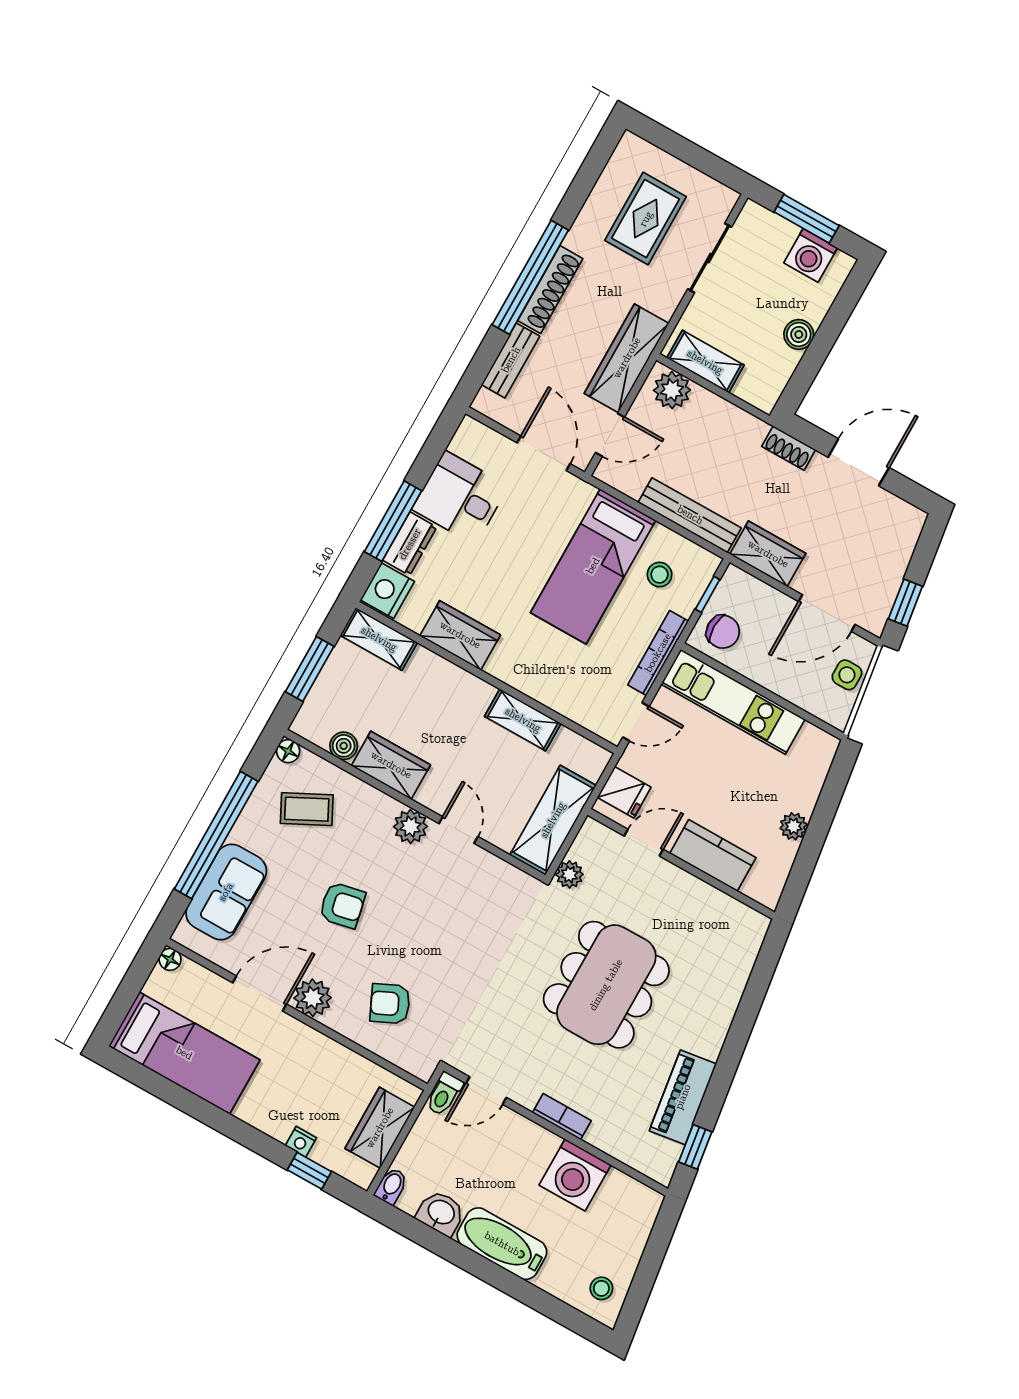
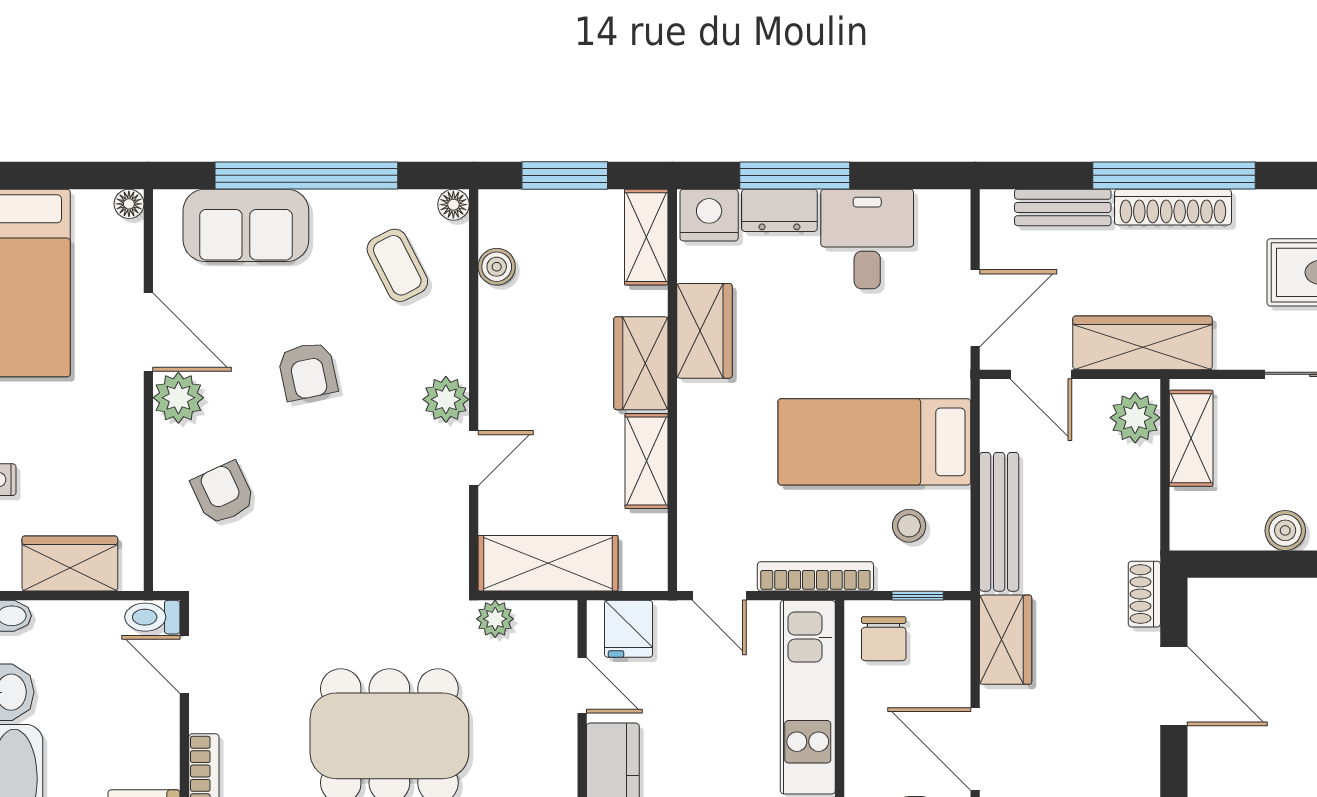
wardrobe: (391, 765) -> (641, 363), moved, turned 180

